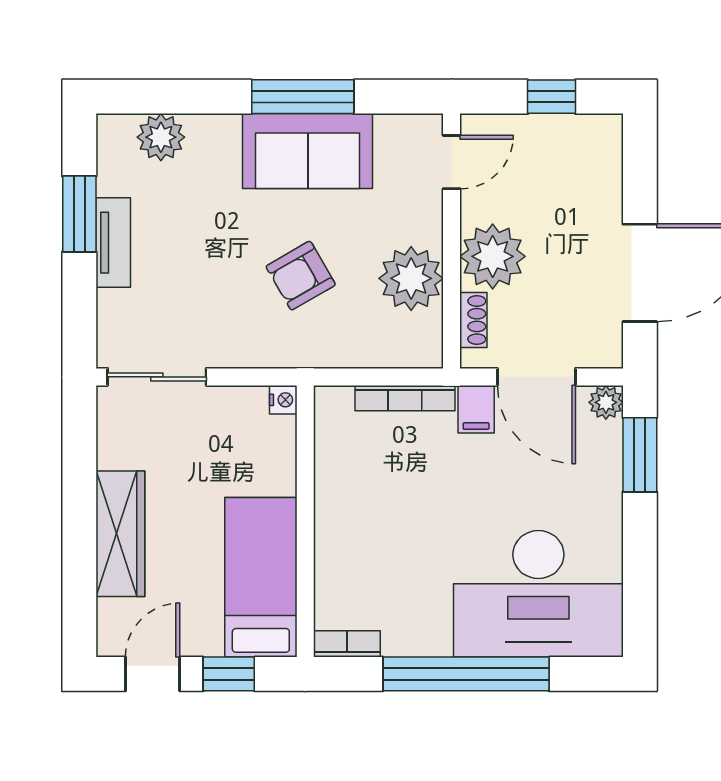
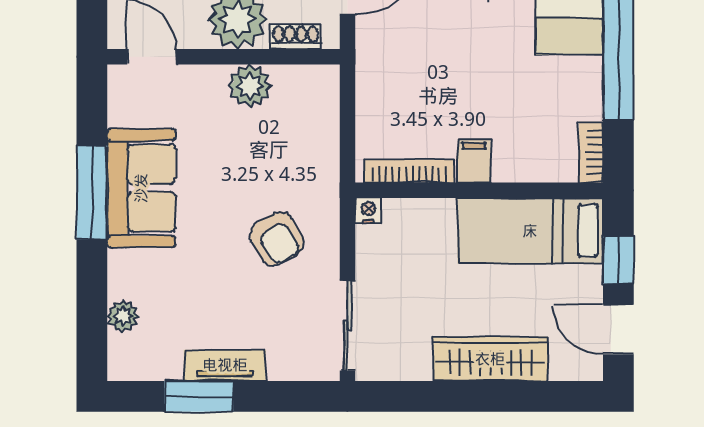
plant: (161, 137) -> (123, 316), width x0.73, depth x0.73
armchair: (301, 276) -> (277, 239), moved
plant: (411, 278) -> (250, 86), width x0.73, depth x0.73
bookcase: (405, 398) -> (409, 171), moved, turned -90
filing cabinet: (476, 409) -> (474, 161), moved, turned -90

